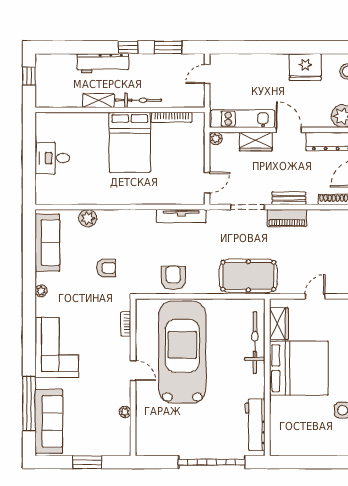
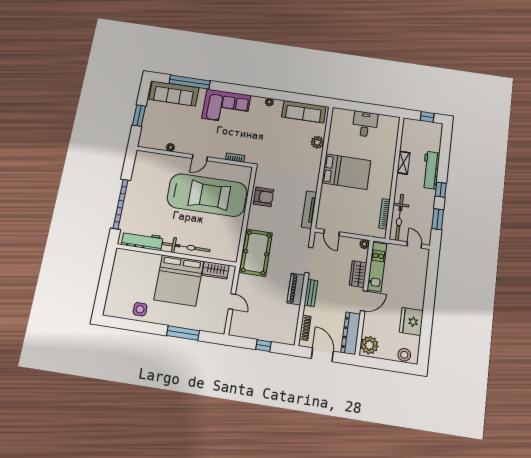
bicycle: (138, 100) -> (399, 217), moved, width x1.37, depth x1.40
bed: (130, 142) -> (346, 172), moved, turned 180
armchair: (106, 268) -> (279, 150), removed
bicycle: (255, 343) -> (186, 247), moved

